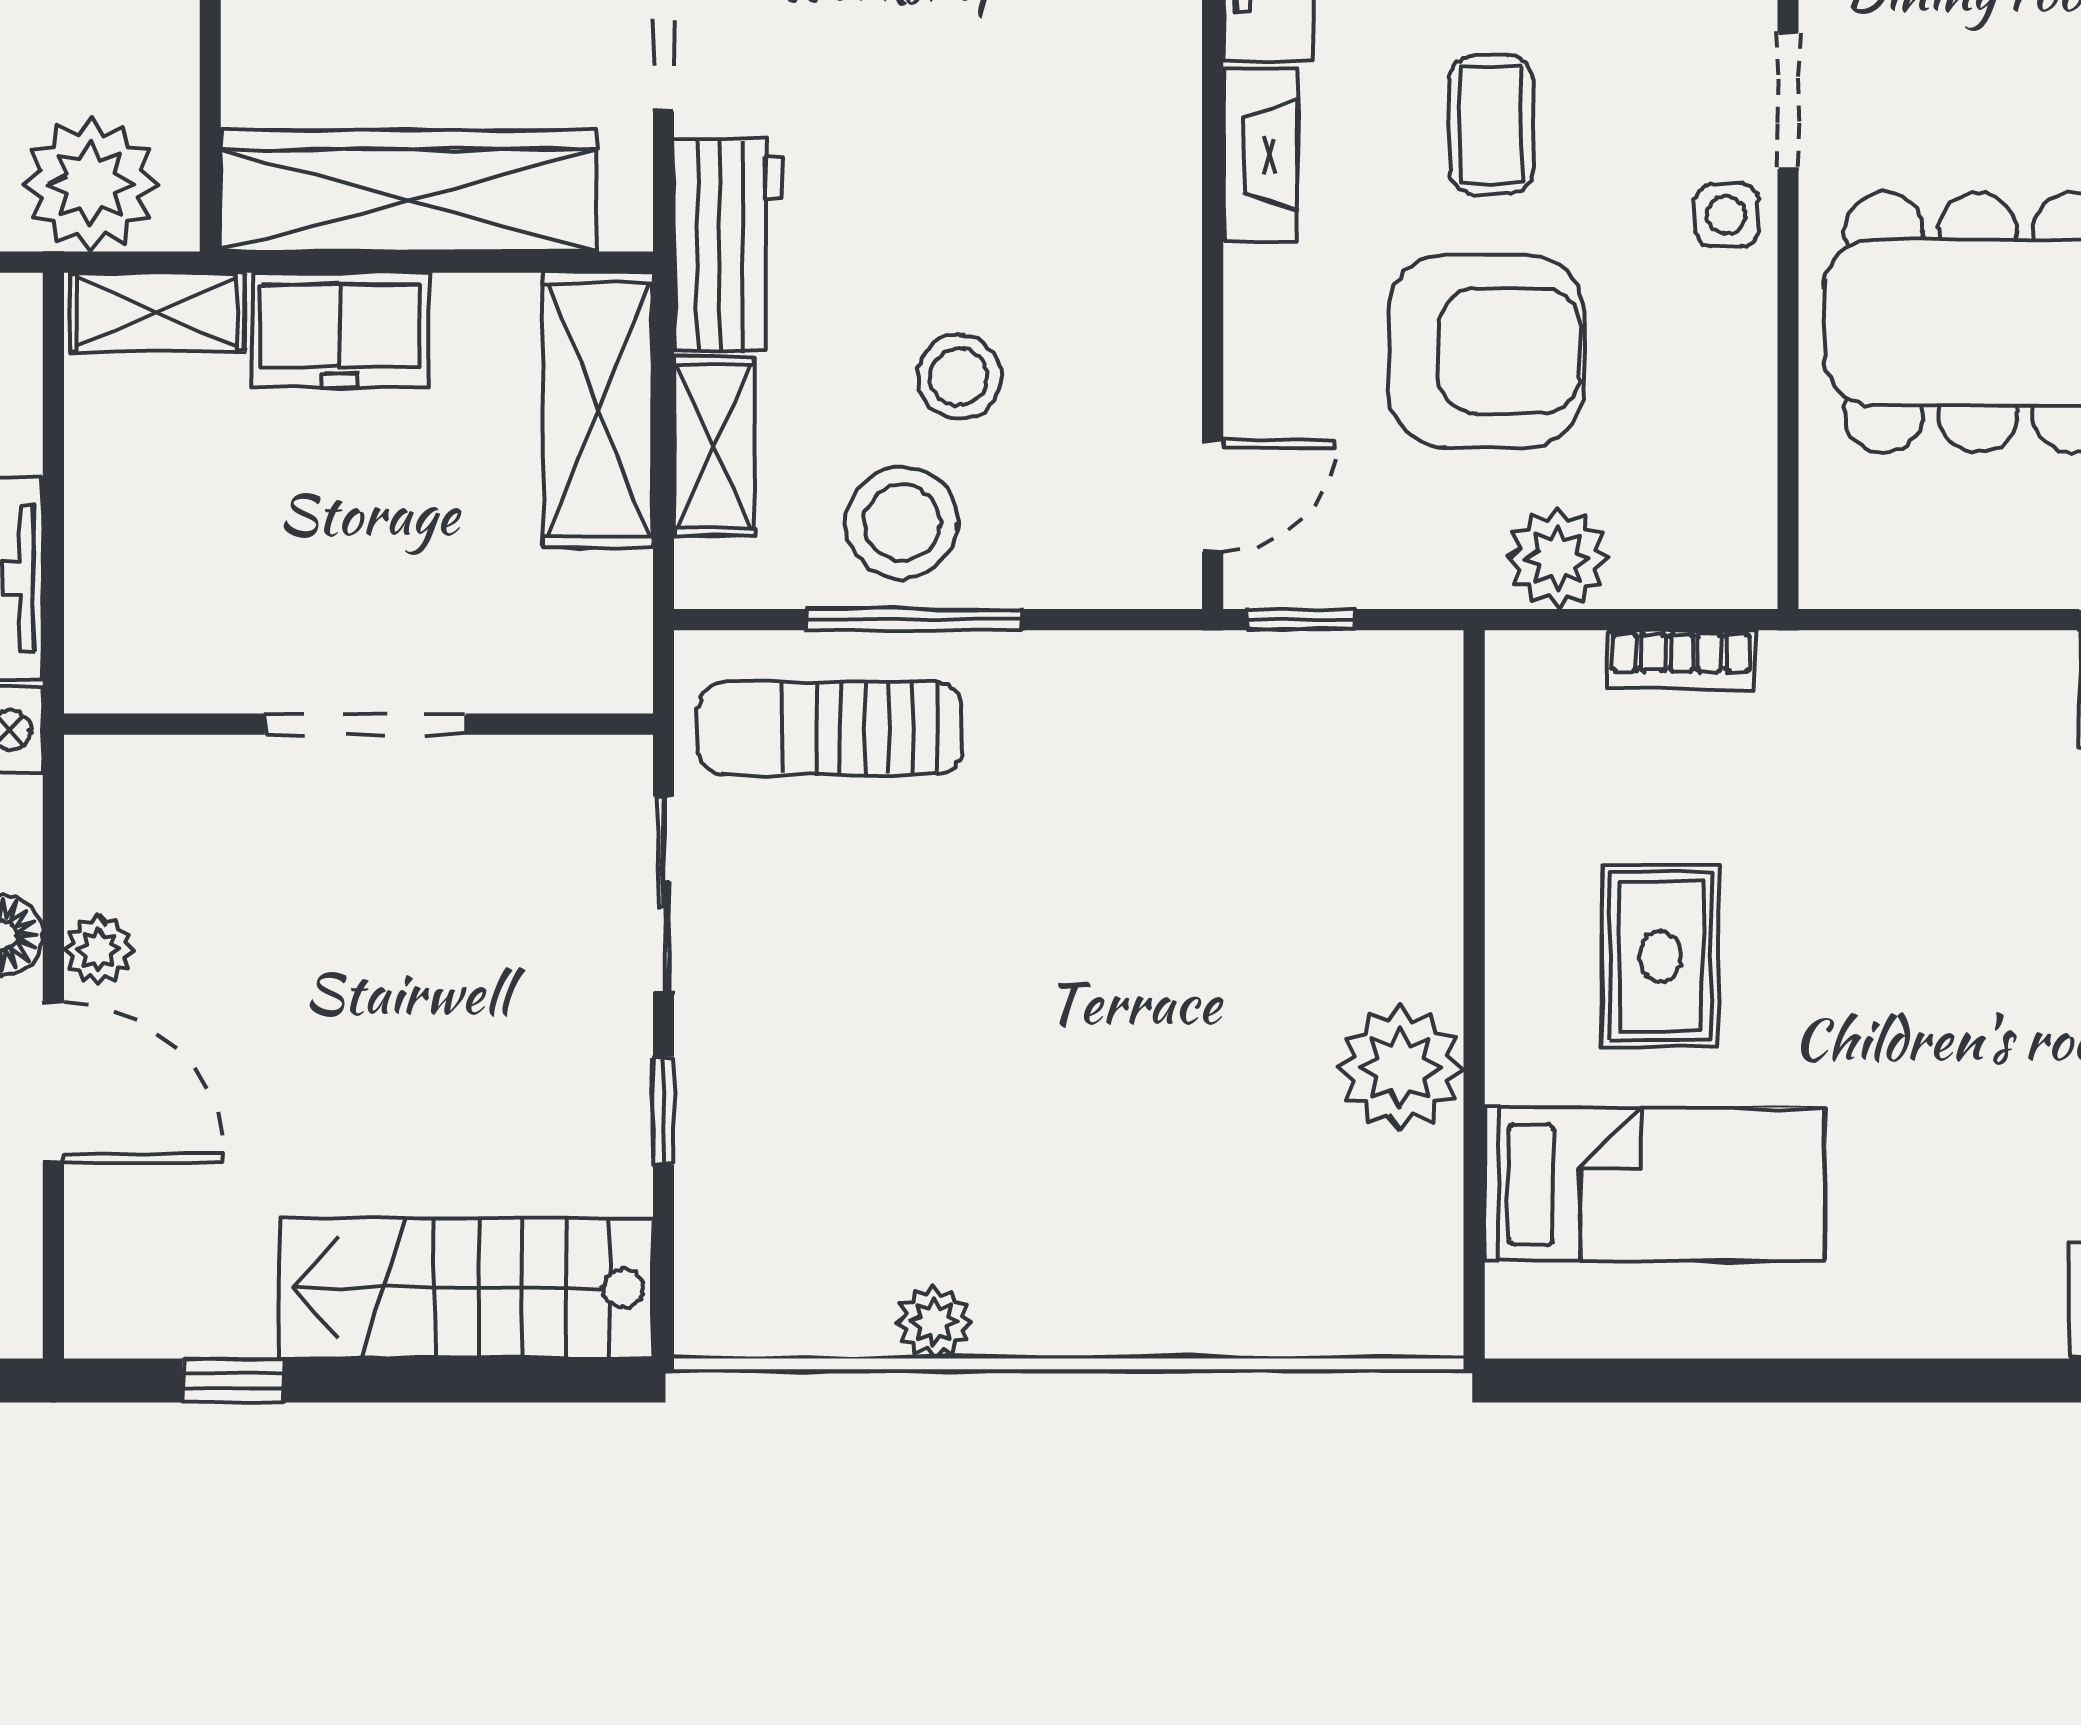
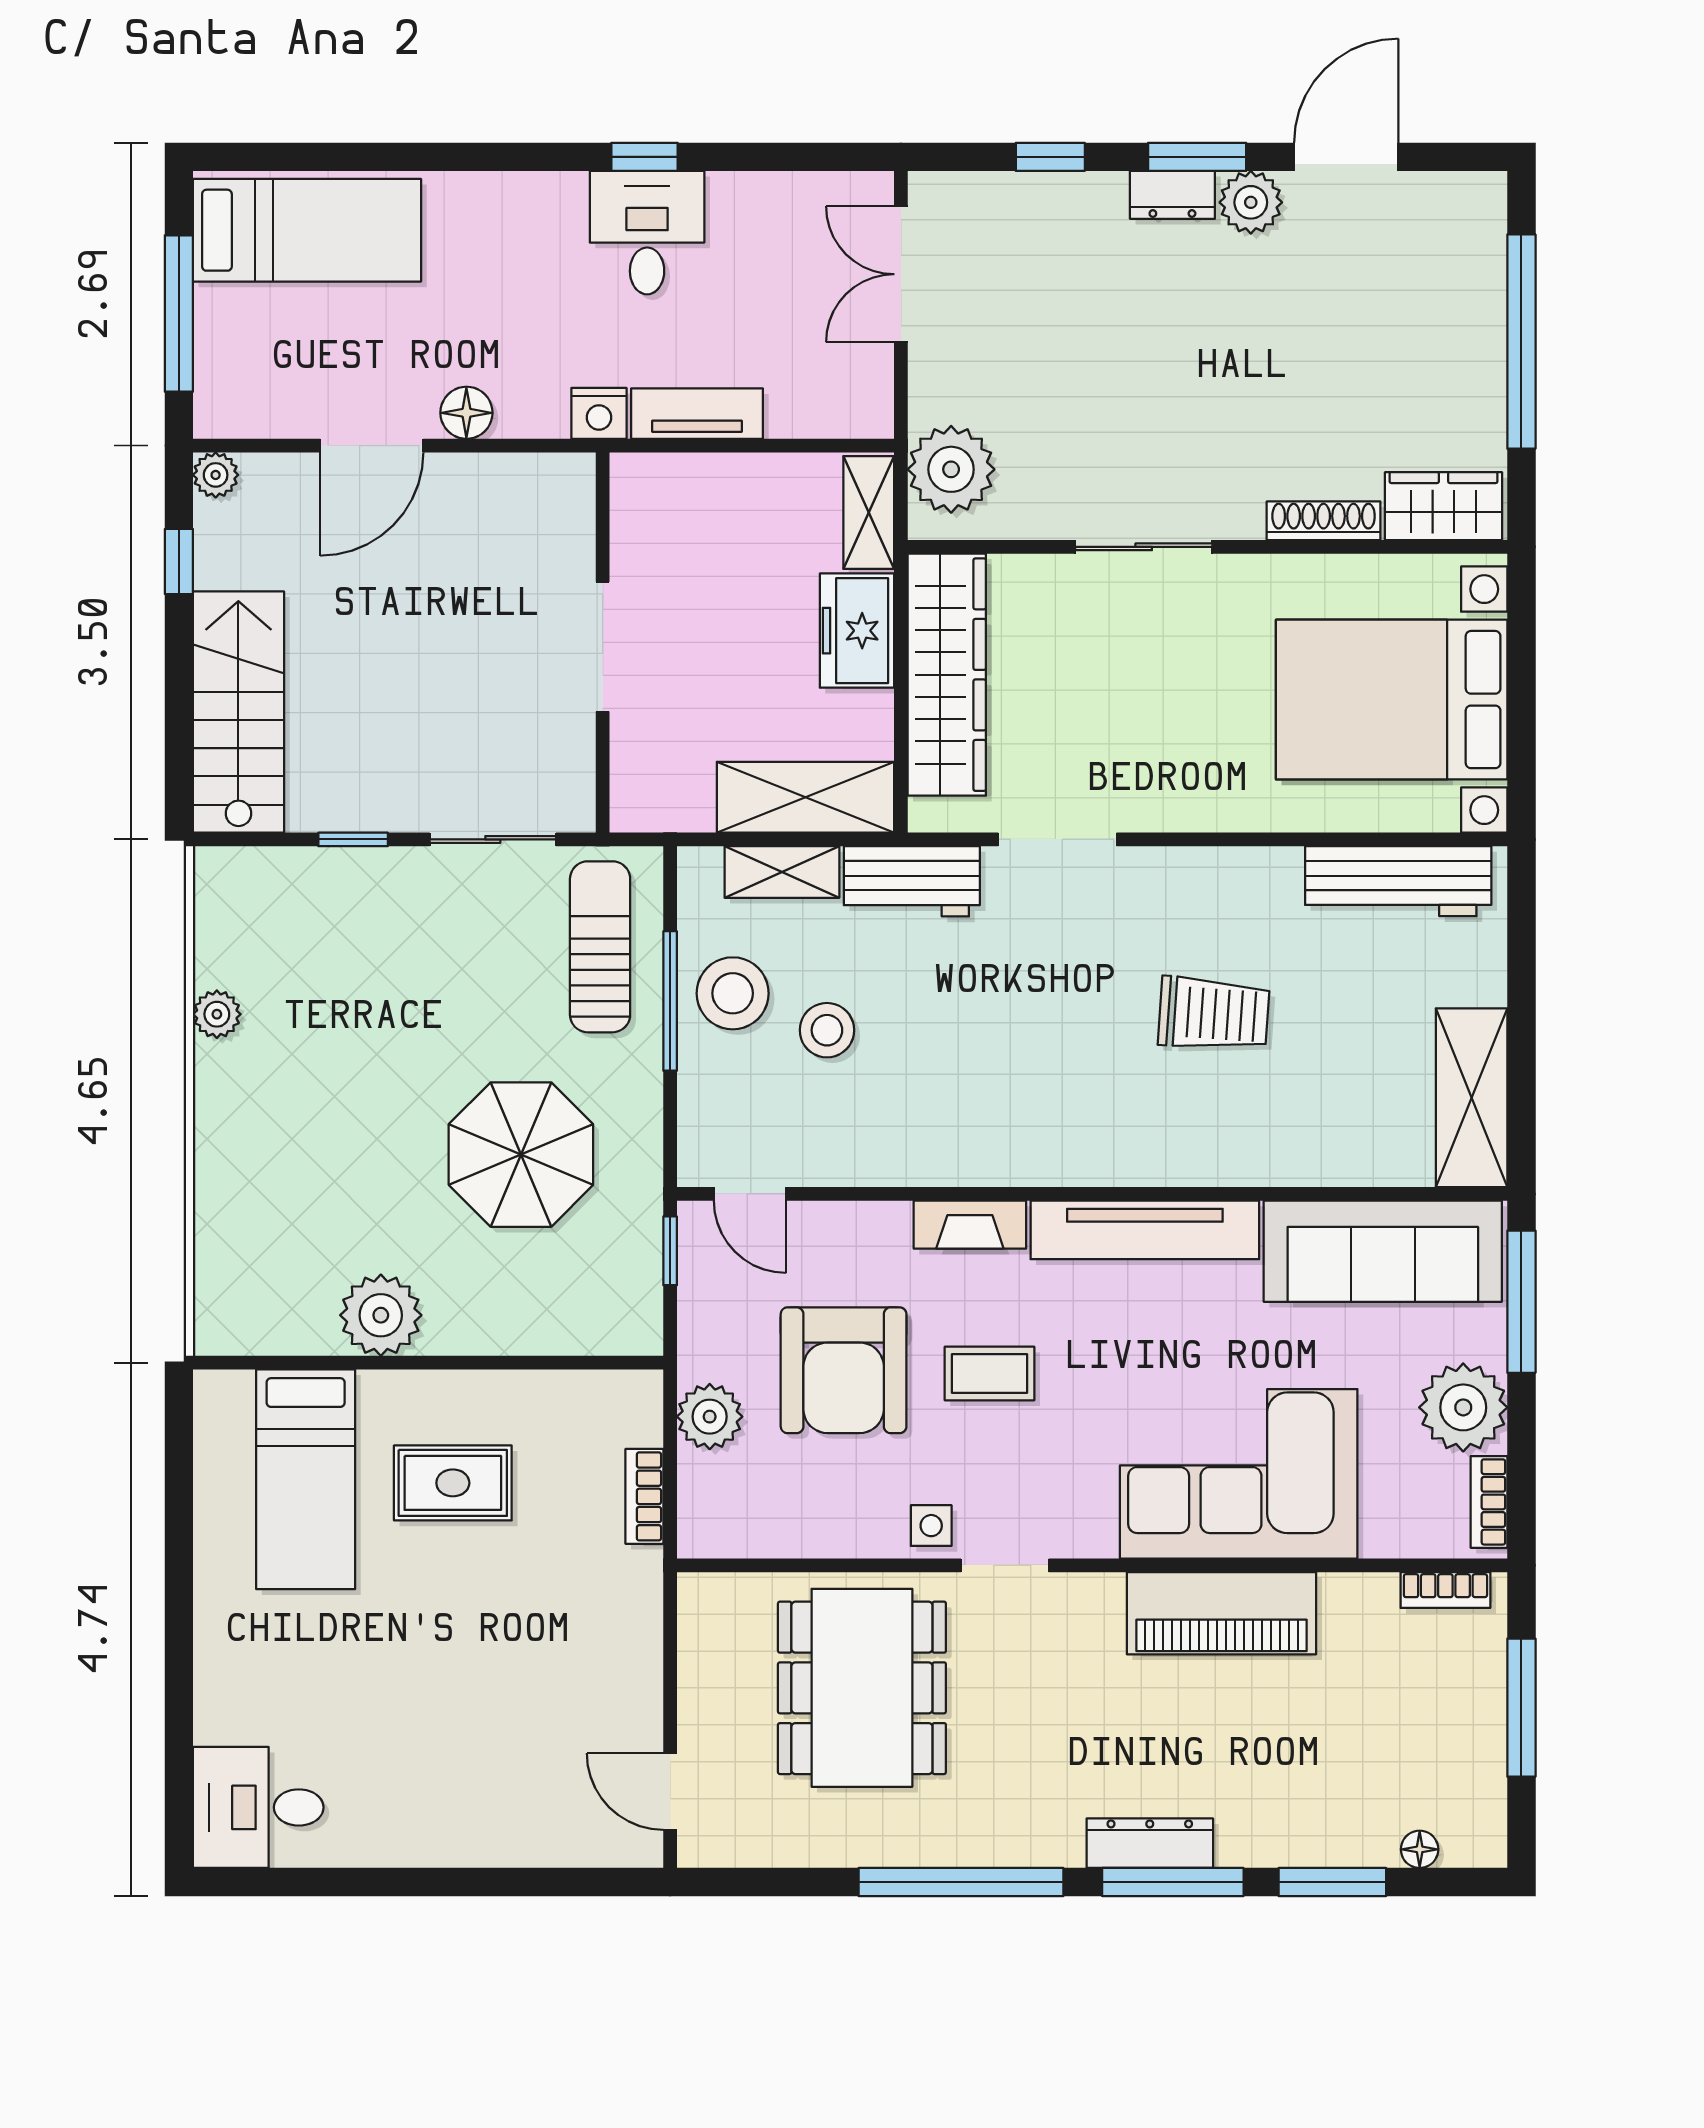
parasol: (1152, 851) -> (521, 1155), added
plant: (99, 950) -> (216, 475), moved

